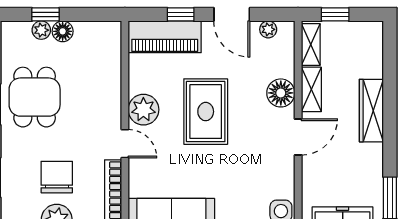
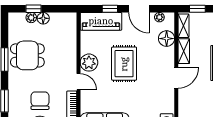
floor lamp: (281, 93) -> (167, 39), moved
dining table: (35, 97) -> (27, 55), turned 90

